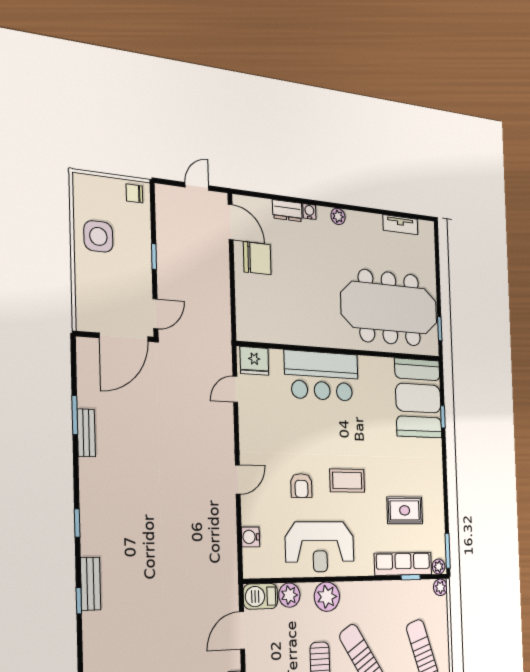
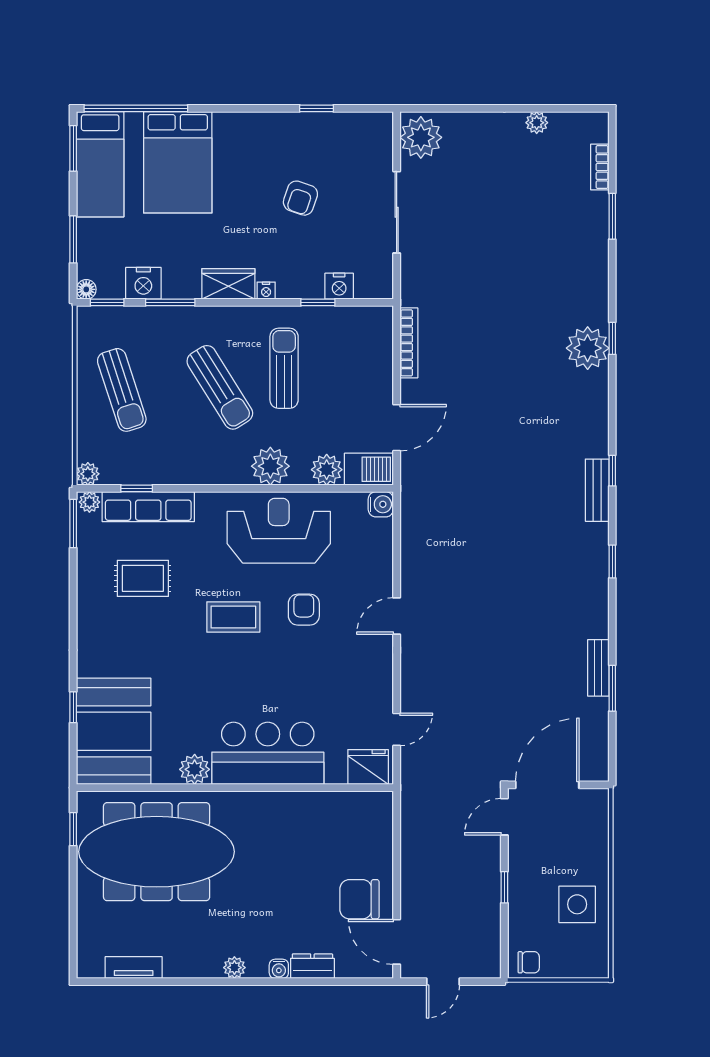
plant: (368, 367) -> (195, 769), added
water cooler: (250, 537) -> (381, 504), moved

